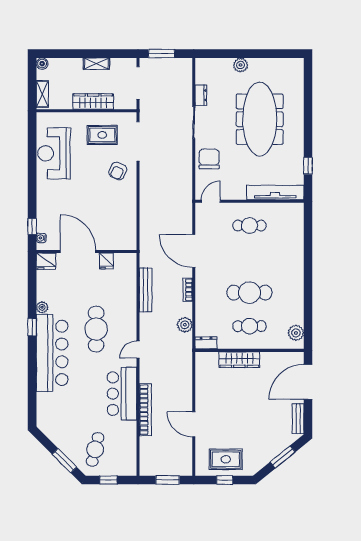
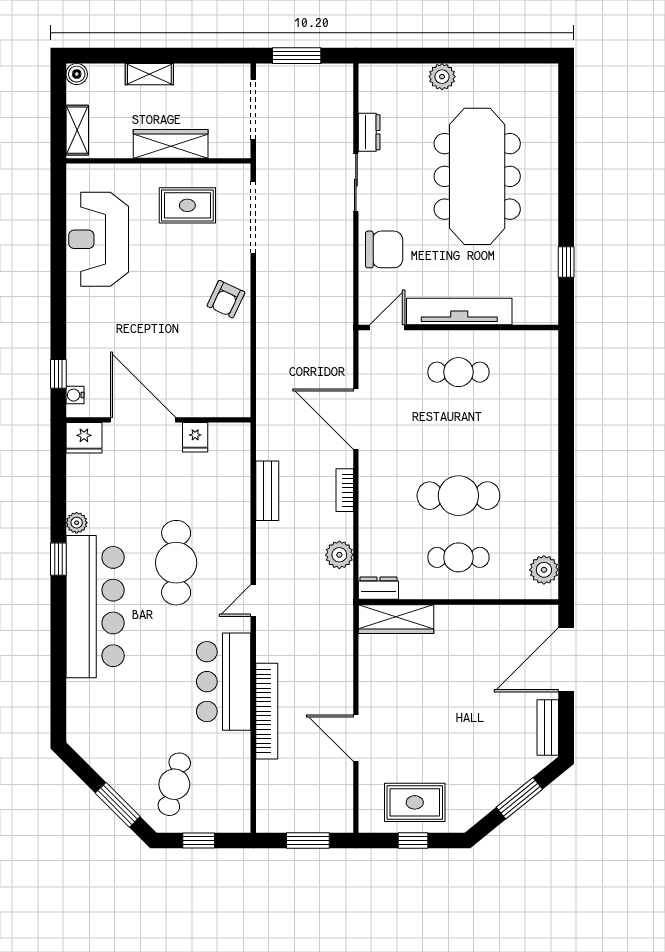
shelving: (96, 64) -> (149, 74), moved
chair: (209, 159) -> (384, 249), turned 90
armchair: (118, 171) -> (226, 299), moved
tv unit: (275, 193) -> (459, 312), moved
bench: (146, 290) -> (267, 491), width x0.73
wardrobe: (239, 360) -> (396, 619), moved

